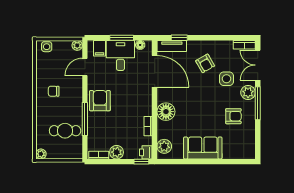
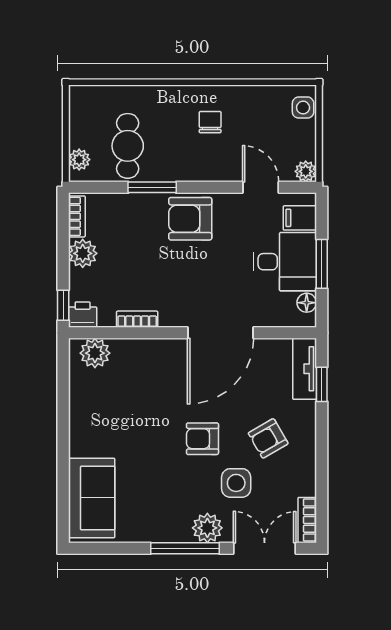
door: (155, 71) -> (220, 333), moved
armchair: (100, 101) -> (190, 219), turned 180
floor lamp: (166, 112) -> (167, 357), removed
armchair: (233, 116) -> (202, 439), moved, turned 90
window: (85, 119) -> (152, 187), width x0.69
sofa: (203, 148) -> (92, 498), moved
plant: (41, 154) -> (79, 160), moved

